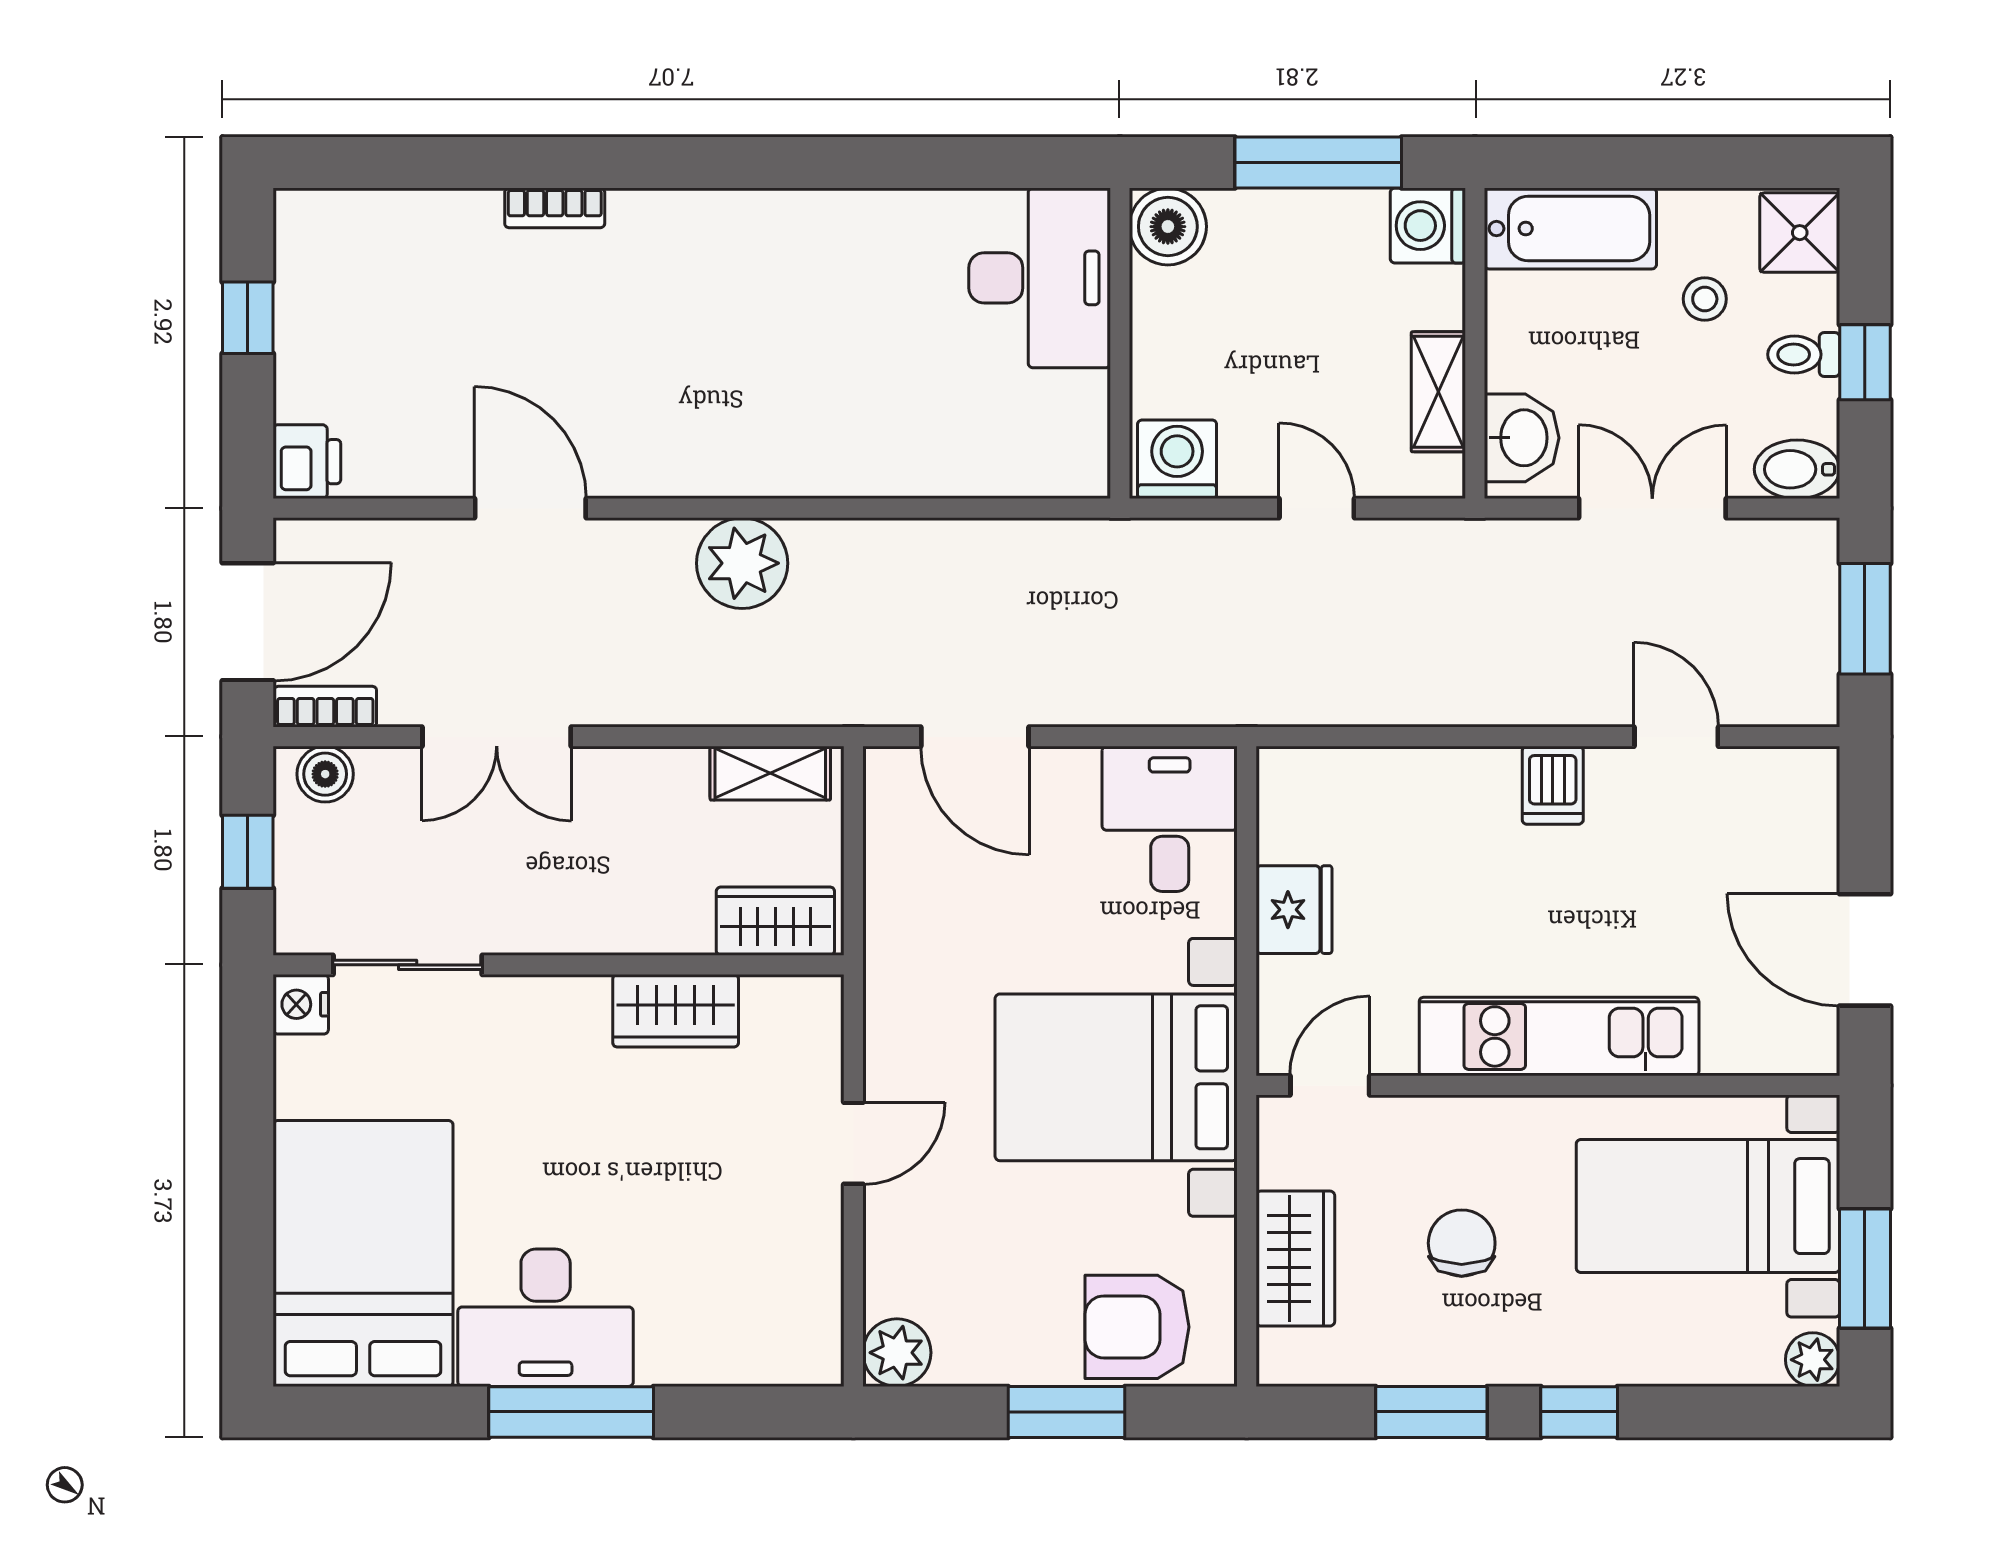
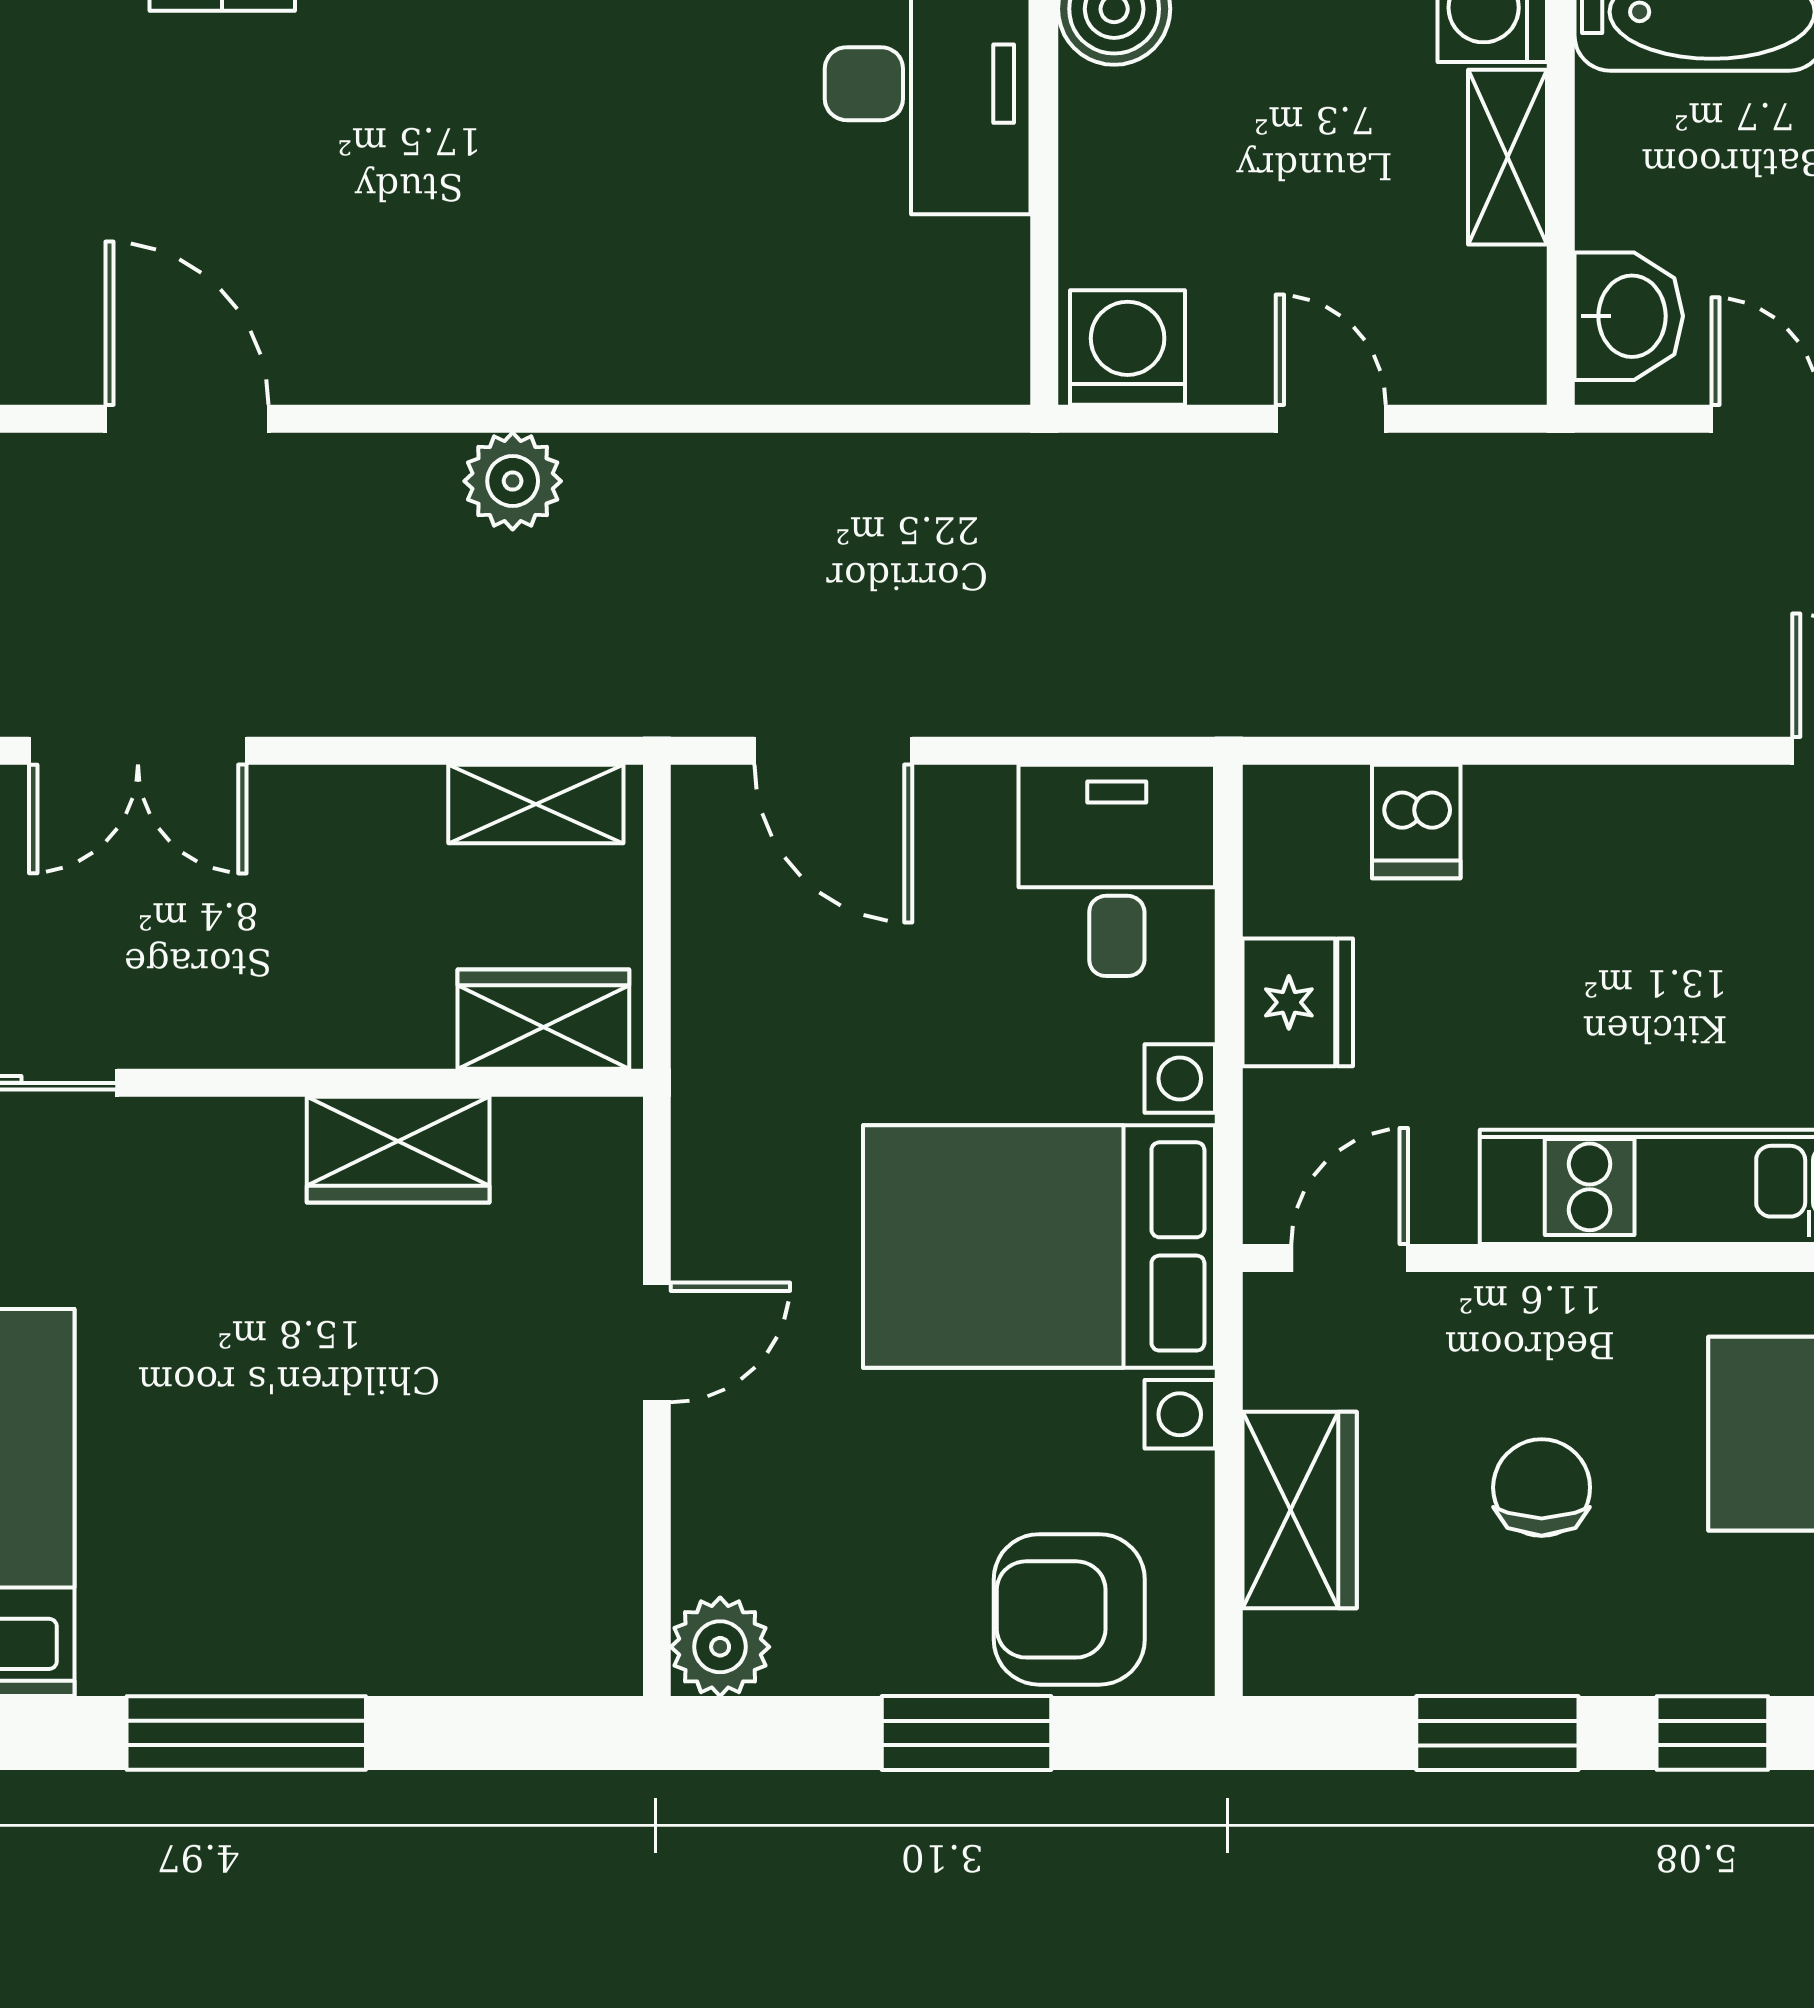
shelving: (1438, 392) -> (1508, 157), moved
plant: (742, 563) -> (513, 481), width x0.73, depth x0.73
dishwasher: (1553, 785) -> (1416, 822), moved
desk: (546, 1318) -> (209, 1596), removed

